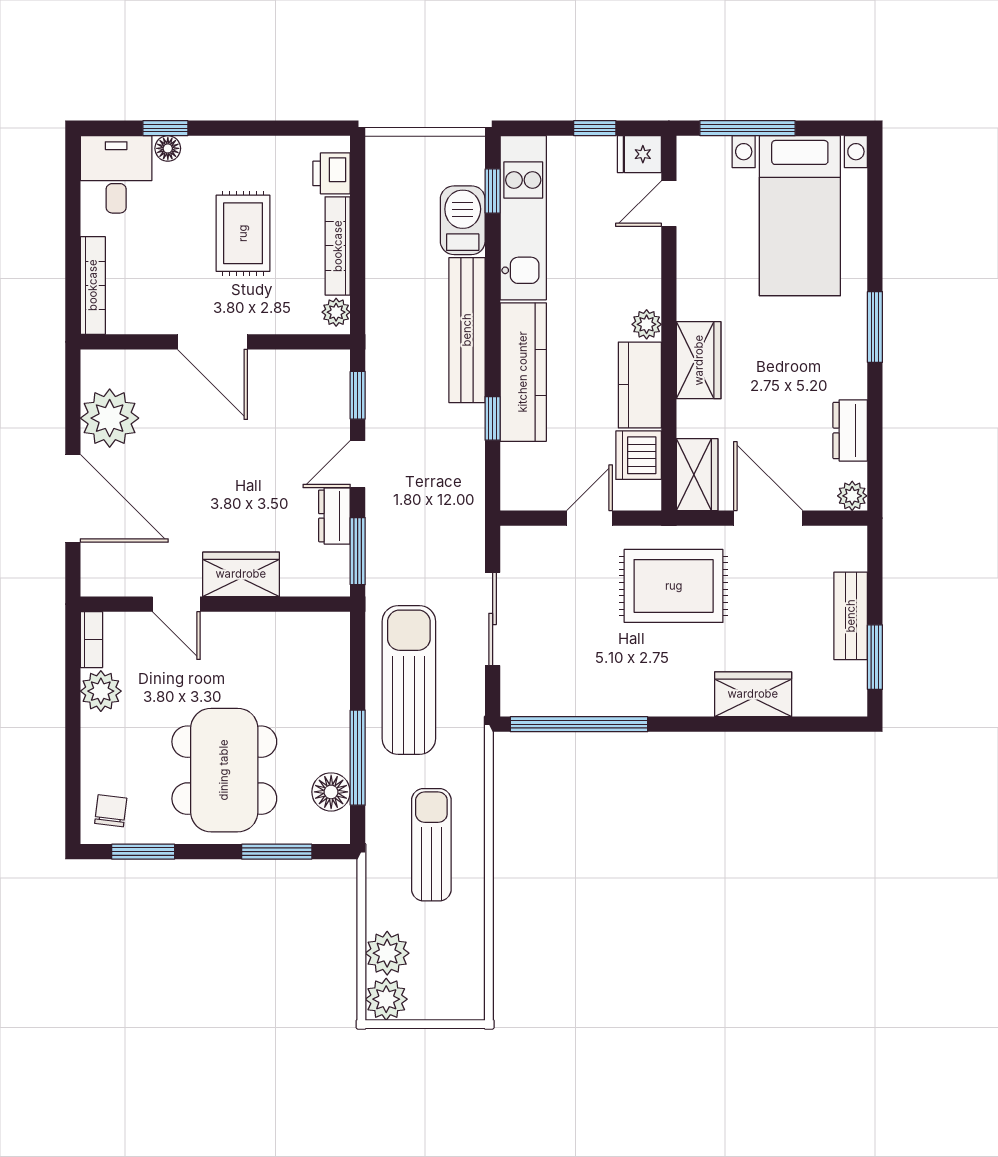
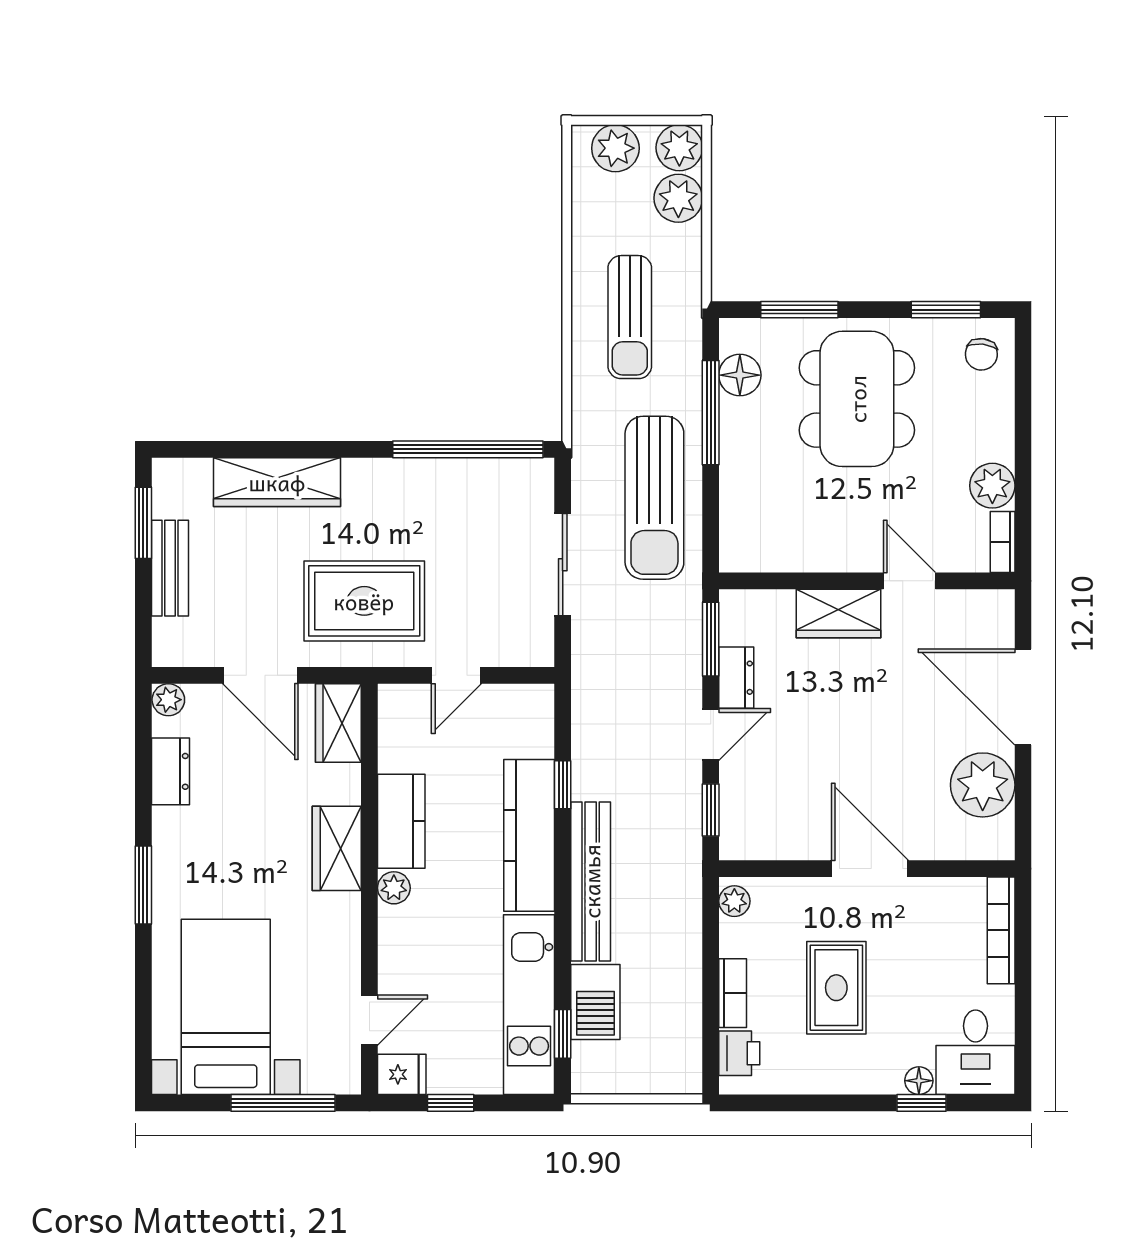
bookcase: (338, 246) -> (733, 993), width x0.64
dishwasher: (639, 455) -> (403, 744), removed
wardrobe: (753, 694) -> (277, 482), width x1.50
plant: (444, 999) -> (615, 148), added

